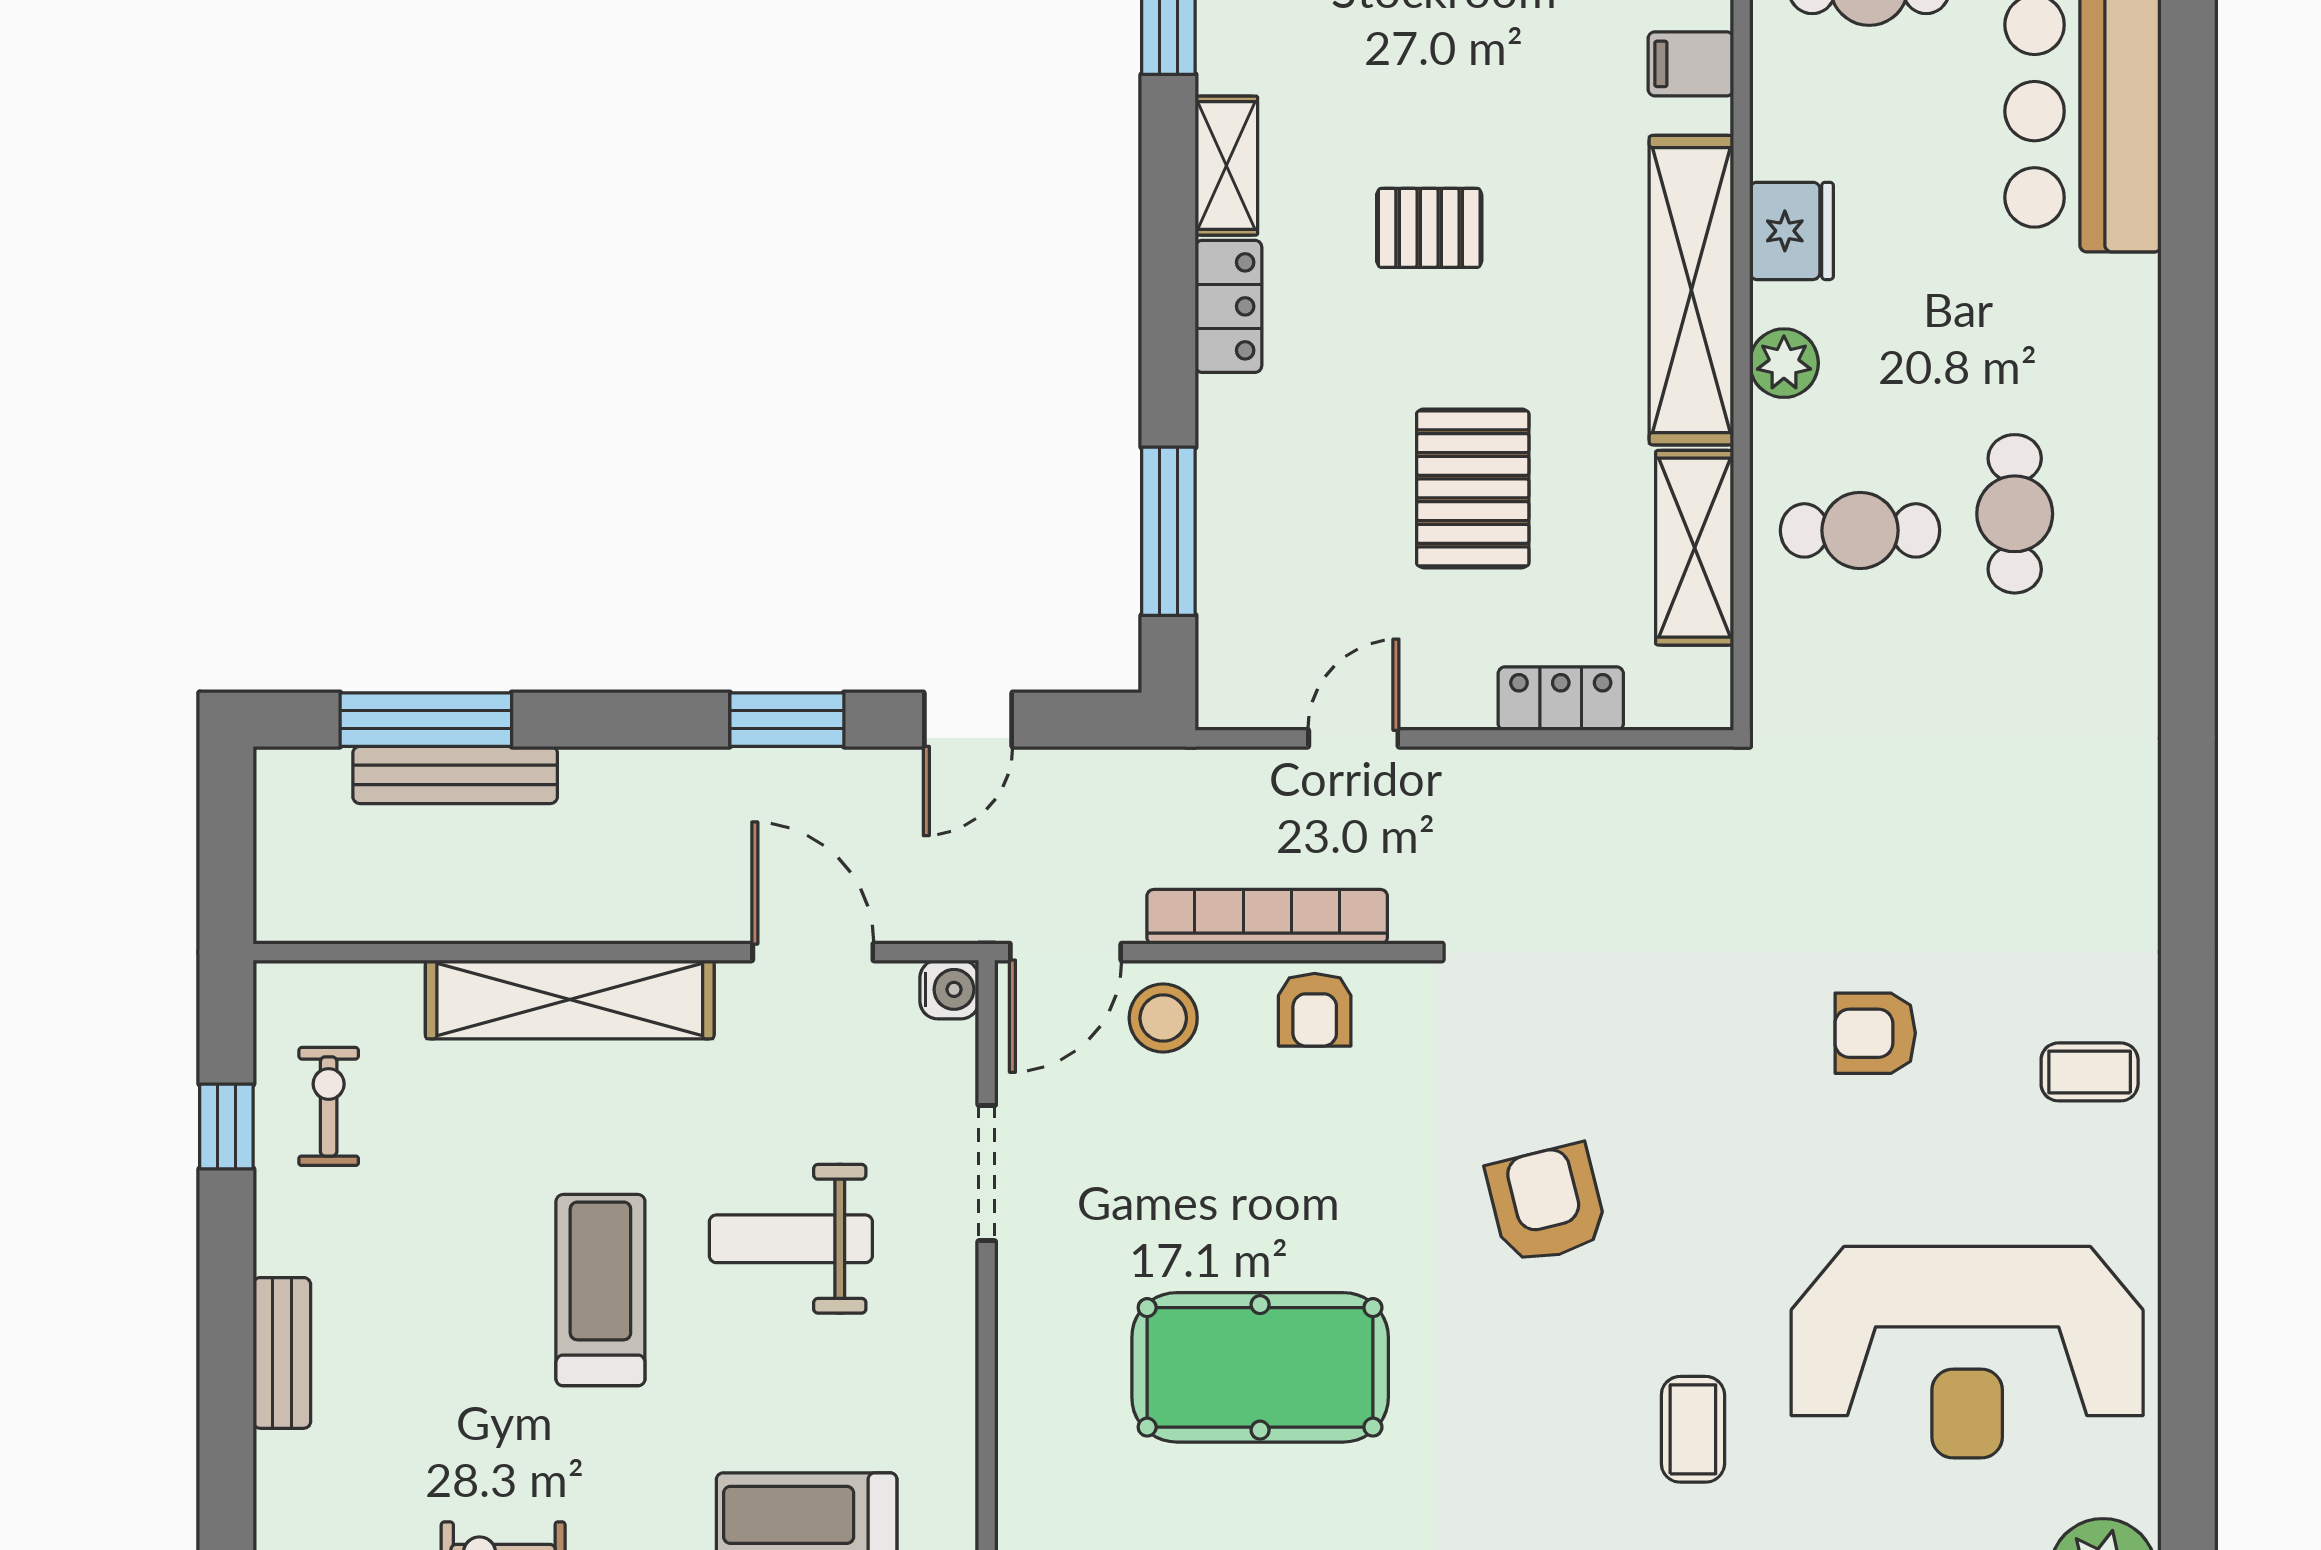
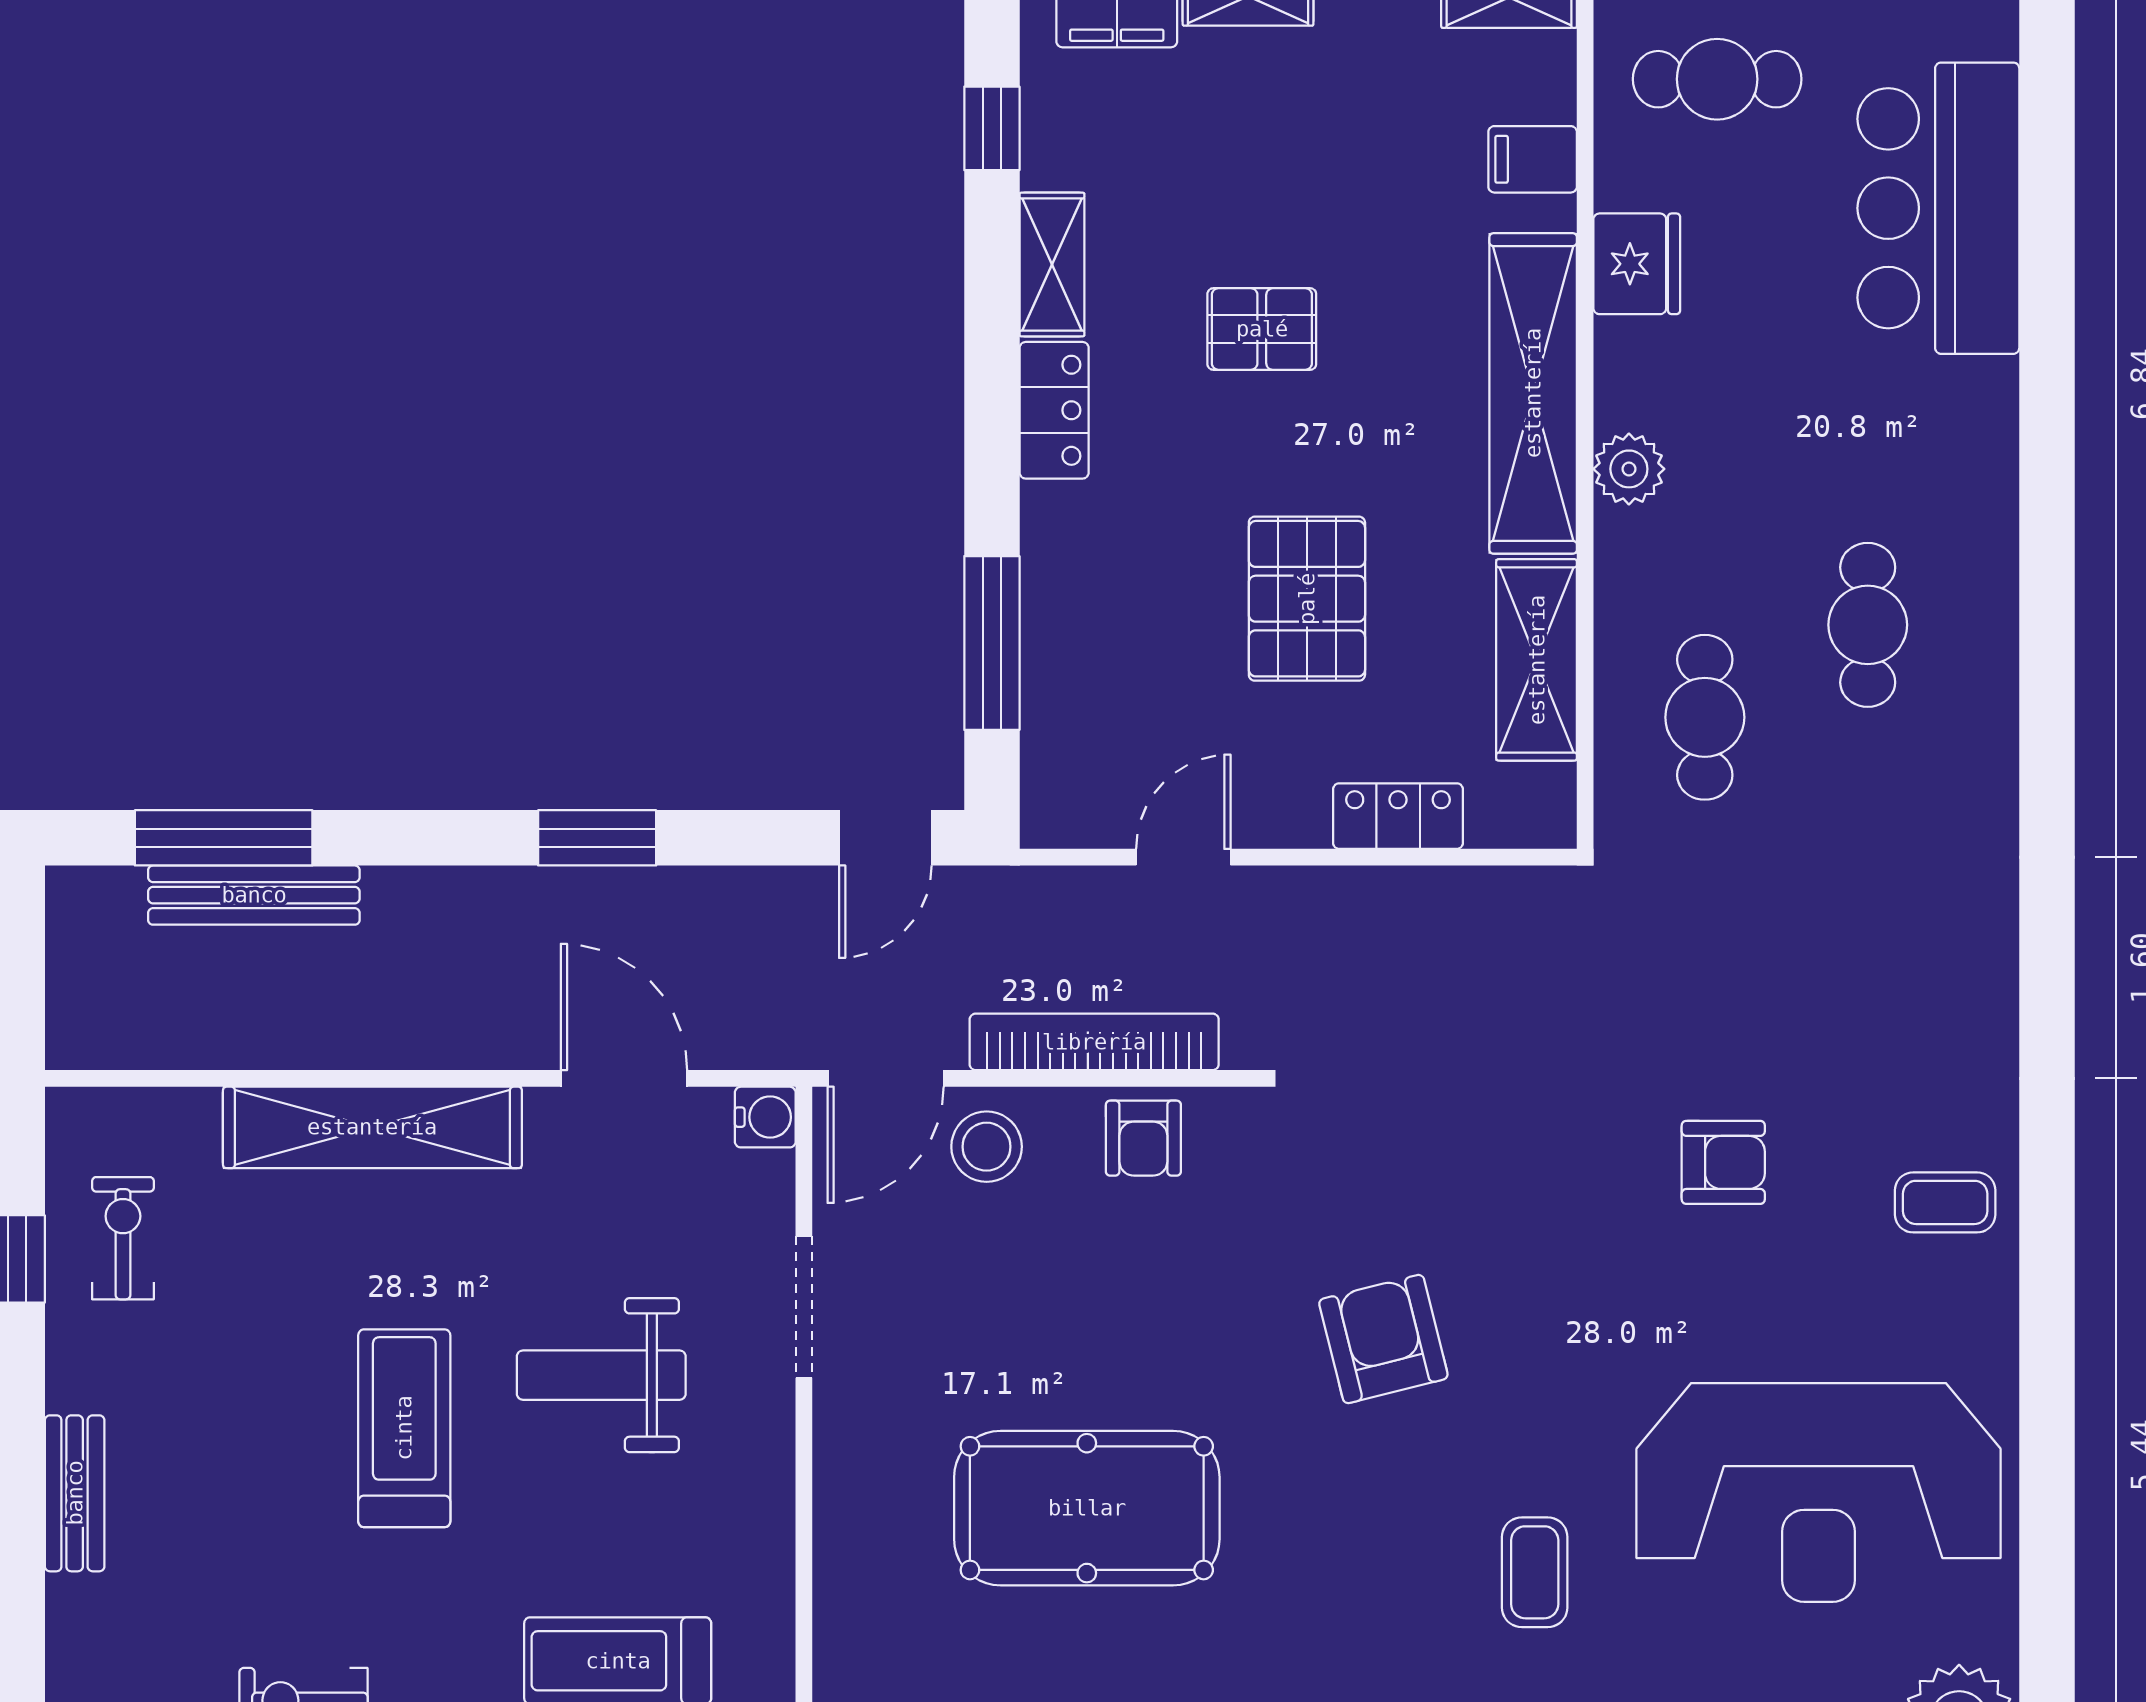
fridge: (1792, 231) -> (1637, 264), moved
cafe table: (1860, 530) -> (1705, 717), moved, turned 90
door: (968, 720) -> (885, 838), moved
armchair: (1875, 1033) -> (1723, 1162), turned 180

